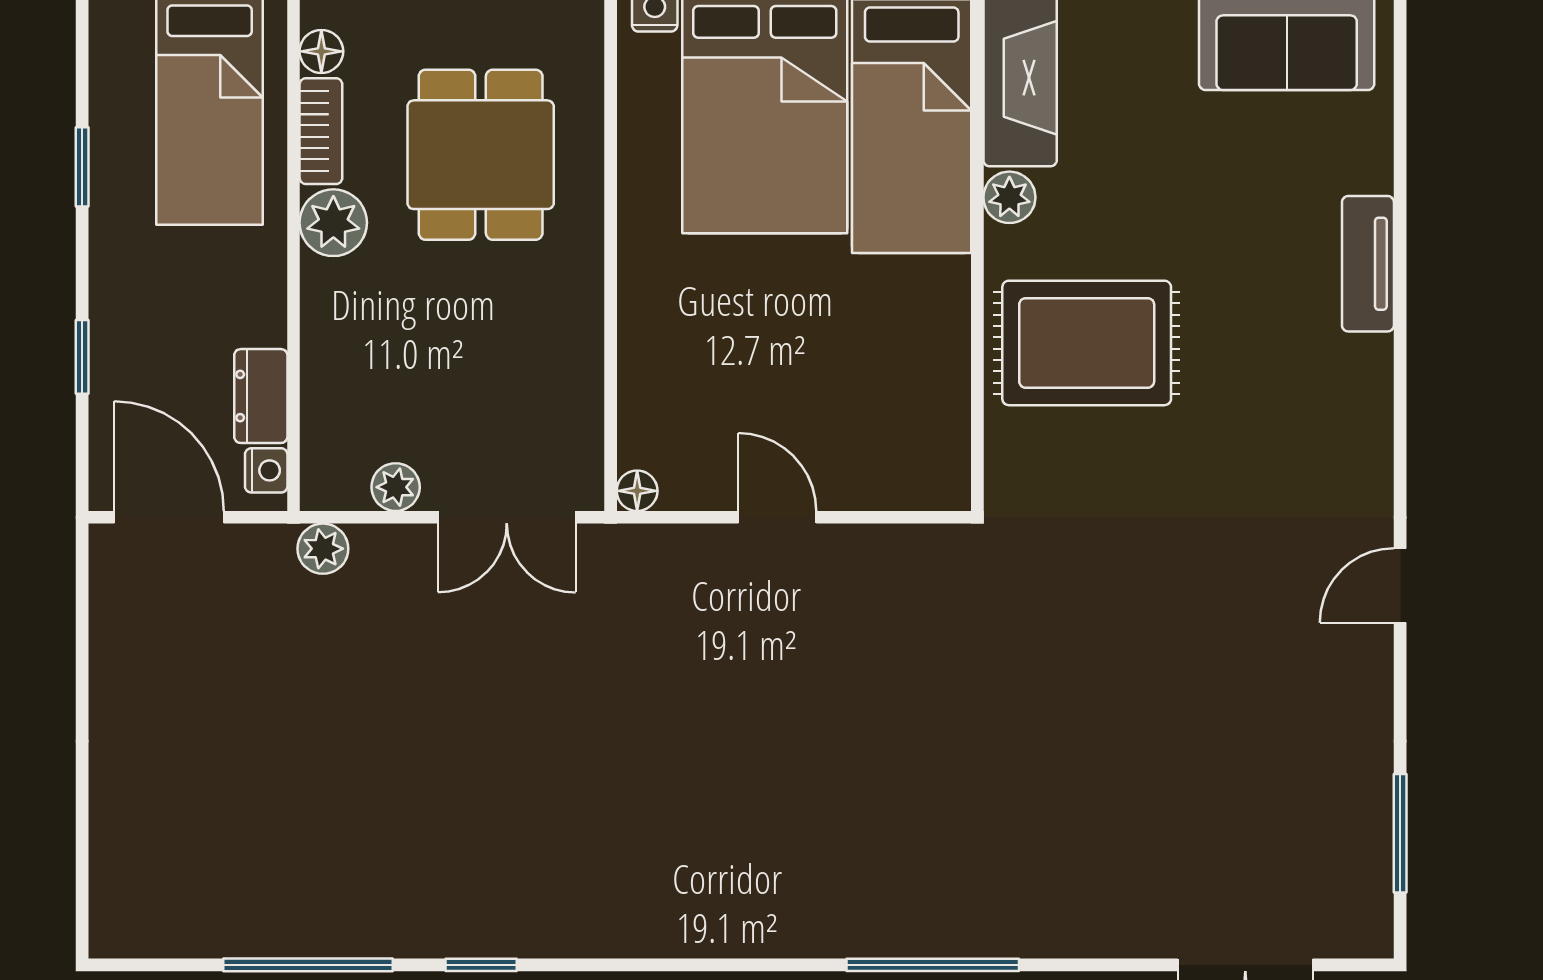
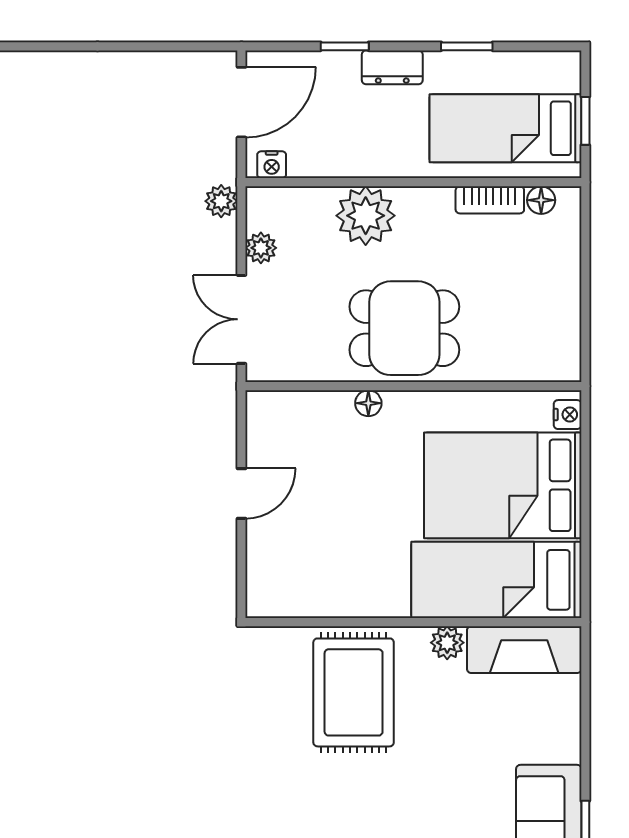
dining table: (481, 155) -> (404, 328), moved
plant: (333, 223) -> (366, 216), moved, width x1.36, depth x1.36
dresser: (261, 396) -> (392, 67), moved, turned 180
floor lamp: (637, 491) -> (368, 403), moved

